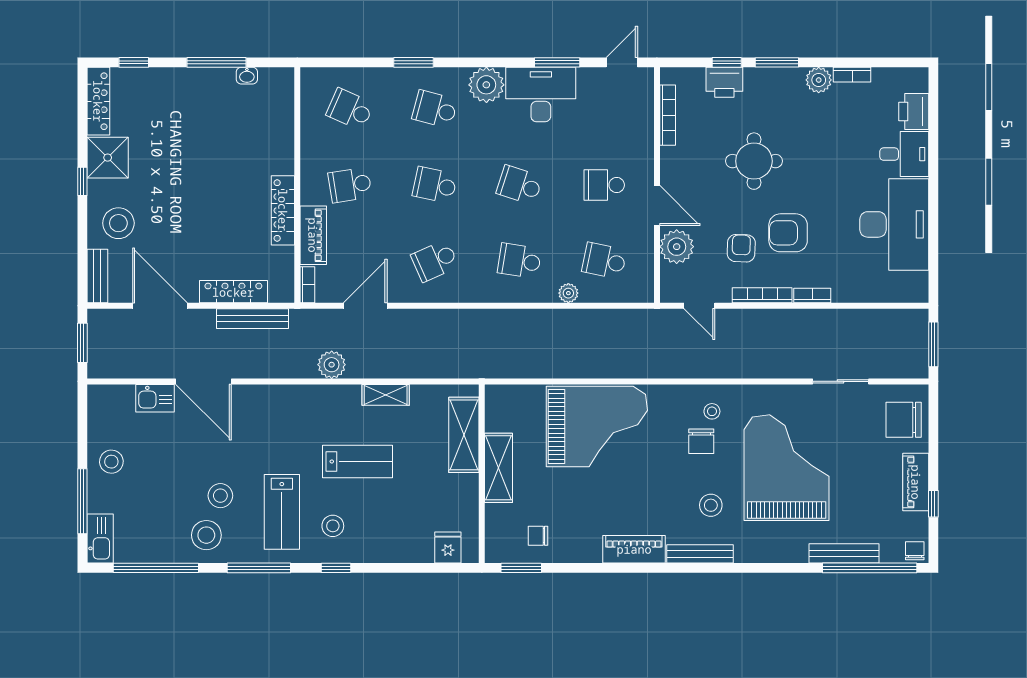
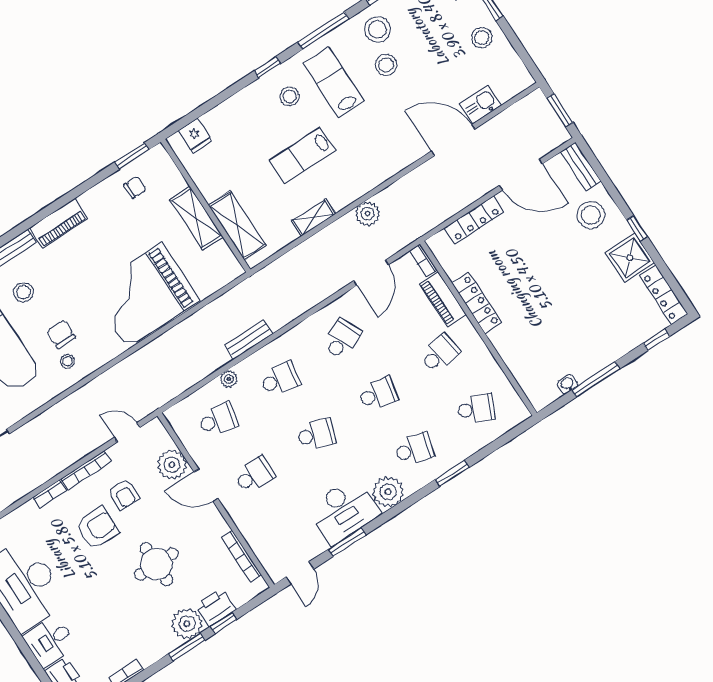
plant: (819, 80) -> (187, 624), moved, width x1.36, depth x1.36
bench: (253, 319) -> (249, 339), moved, width x0.73

